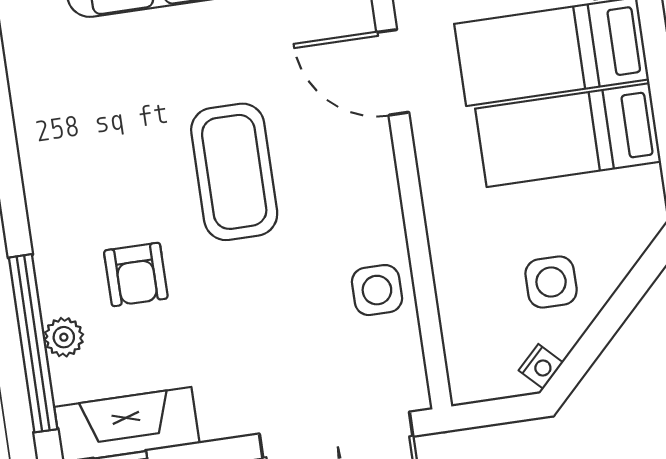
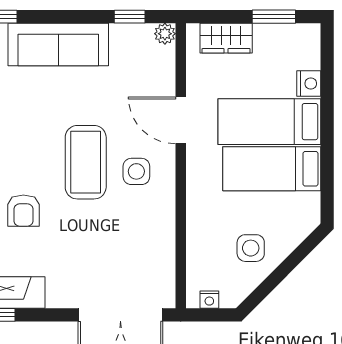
side table: (377, 290) -> (136, 171), moved
nightstand: (541, 366) -> (209, 300), moved, turned 45

